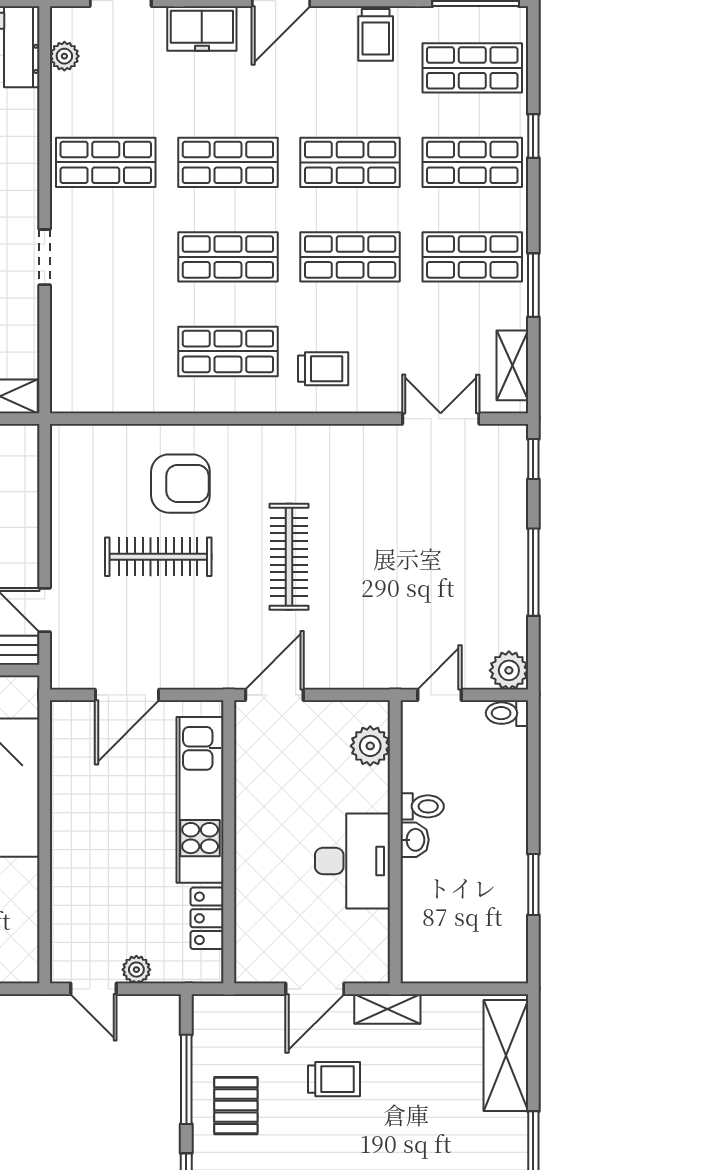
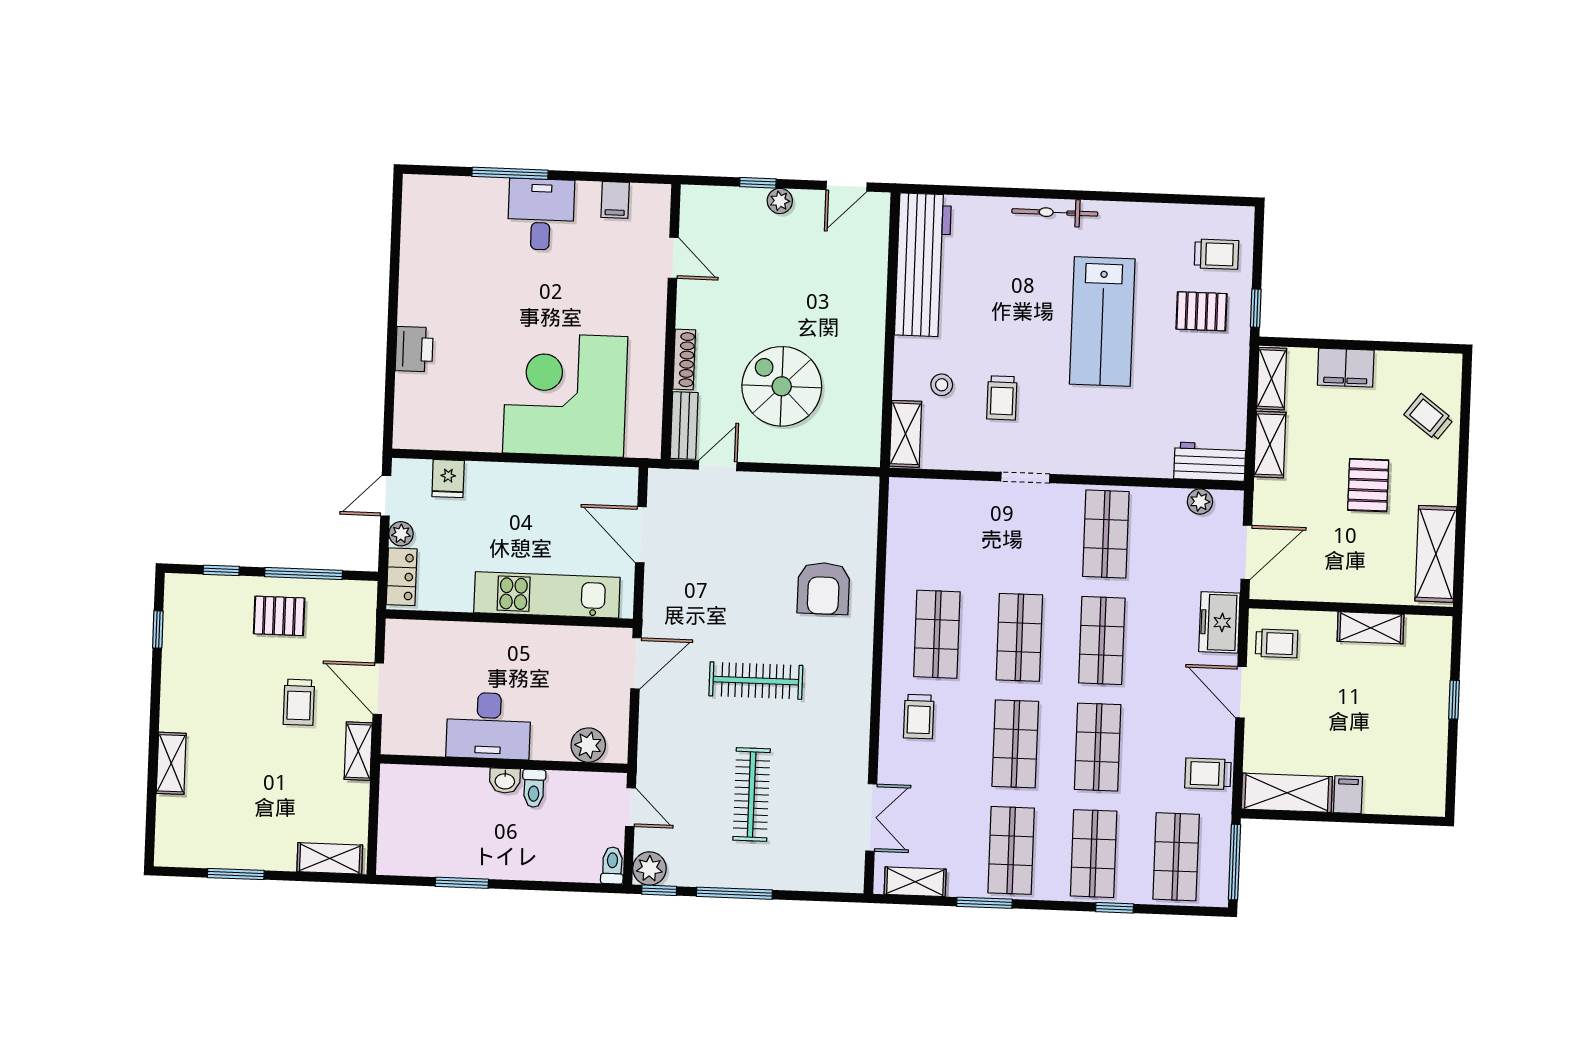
window: (533, 459) -> (659, 890), moved
clothes rail: (158, 557) -> (752, 795), moved
door: (274, 695) -> (636, 663), hinge flipped
fridge: (71, 918) -> (448, 479), added
locker: (207, 918) -> (402, 577), moved, turned 90
shelving: (506, 1056) -> (330, 858), width x0.67, depth x0.75

